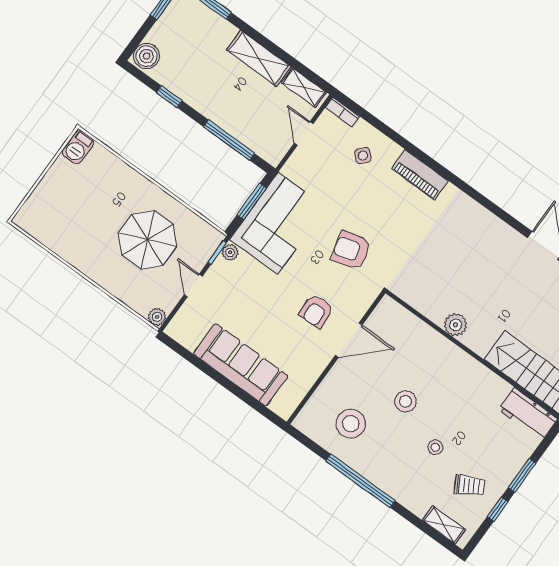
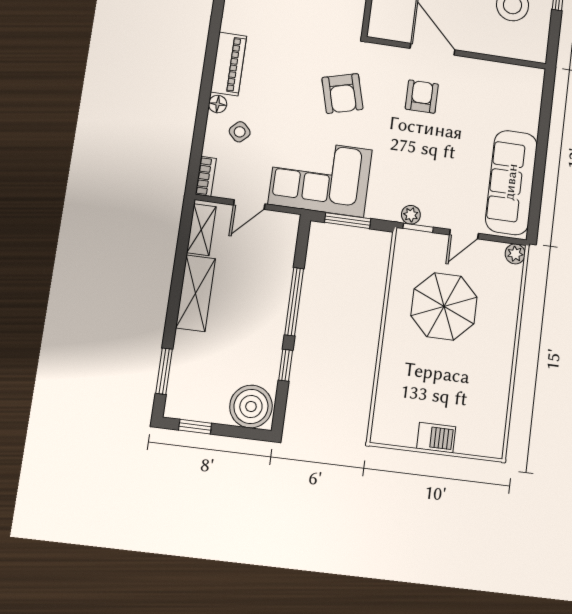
boiler: (147, 56) -> (251, 406), width x1.37, depth x1.37
window: (229, 140) -> (294, 302), moved
barbecue: (78, 147) -> (436, 438), moved
floor lamp: (393, 150) -> (218, 104), added
corner sofa: (278, 223) -> (320, 177), moved
armchair: (316, 311) -> (422, 97), turned -87
sofa: (241, 365) -> (511, 182), moved

